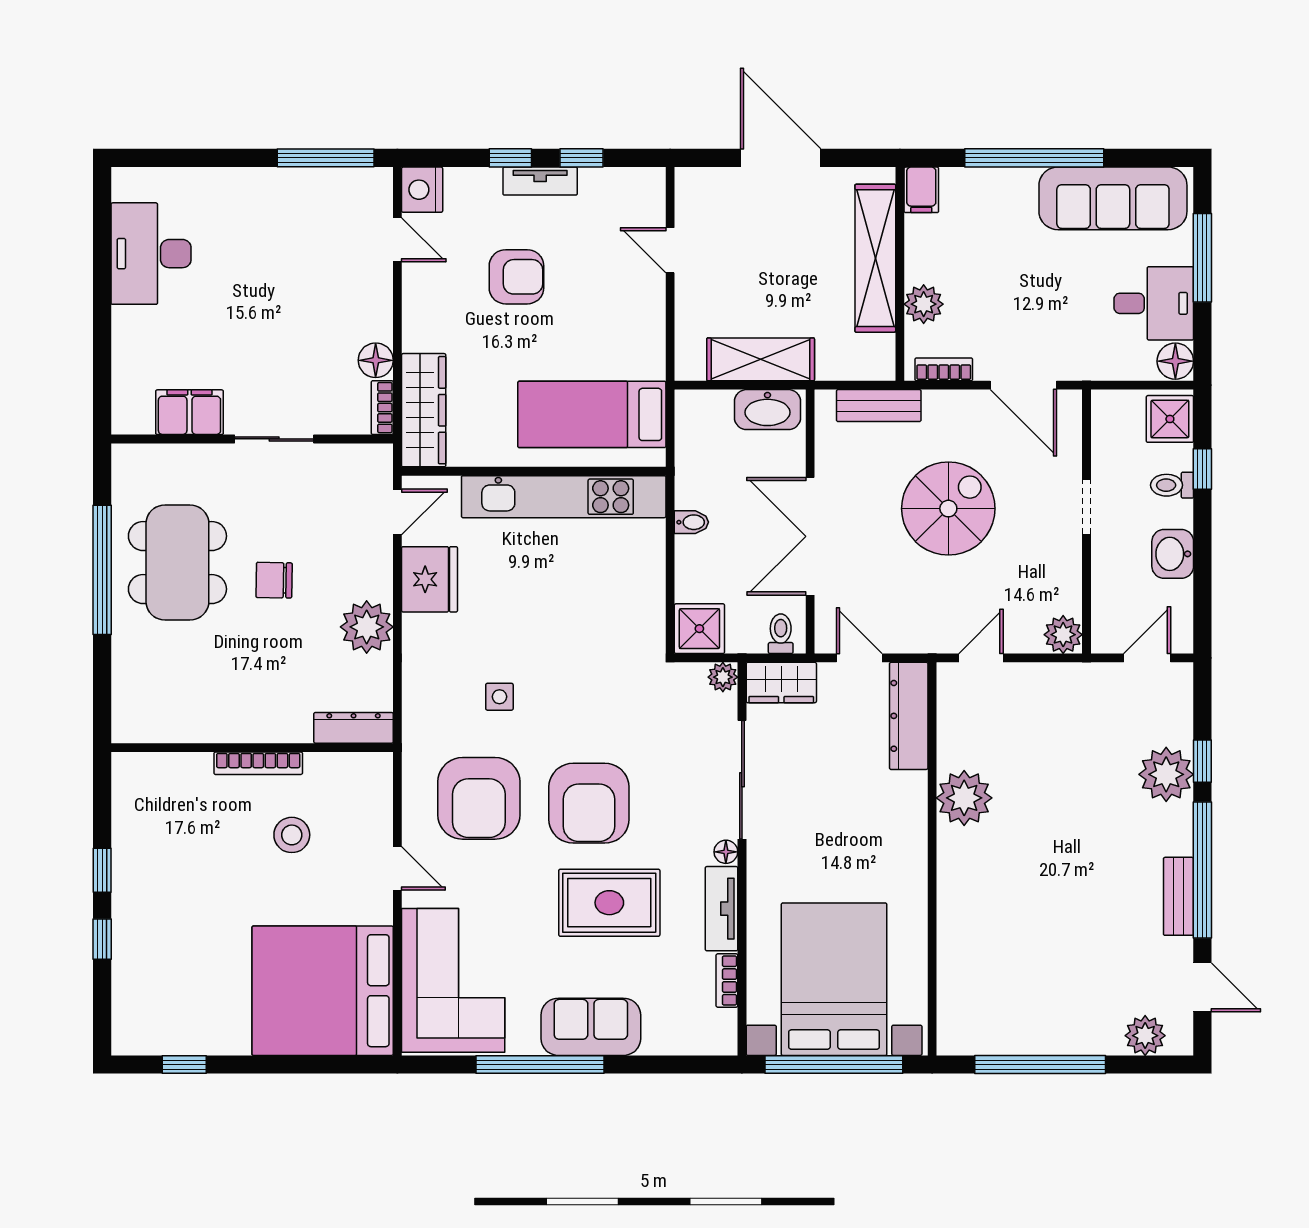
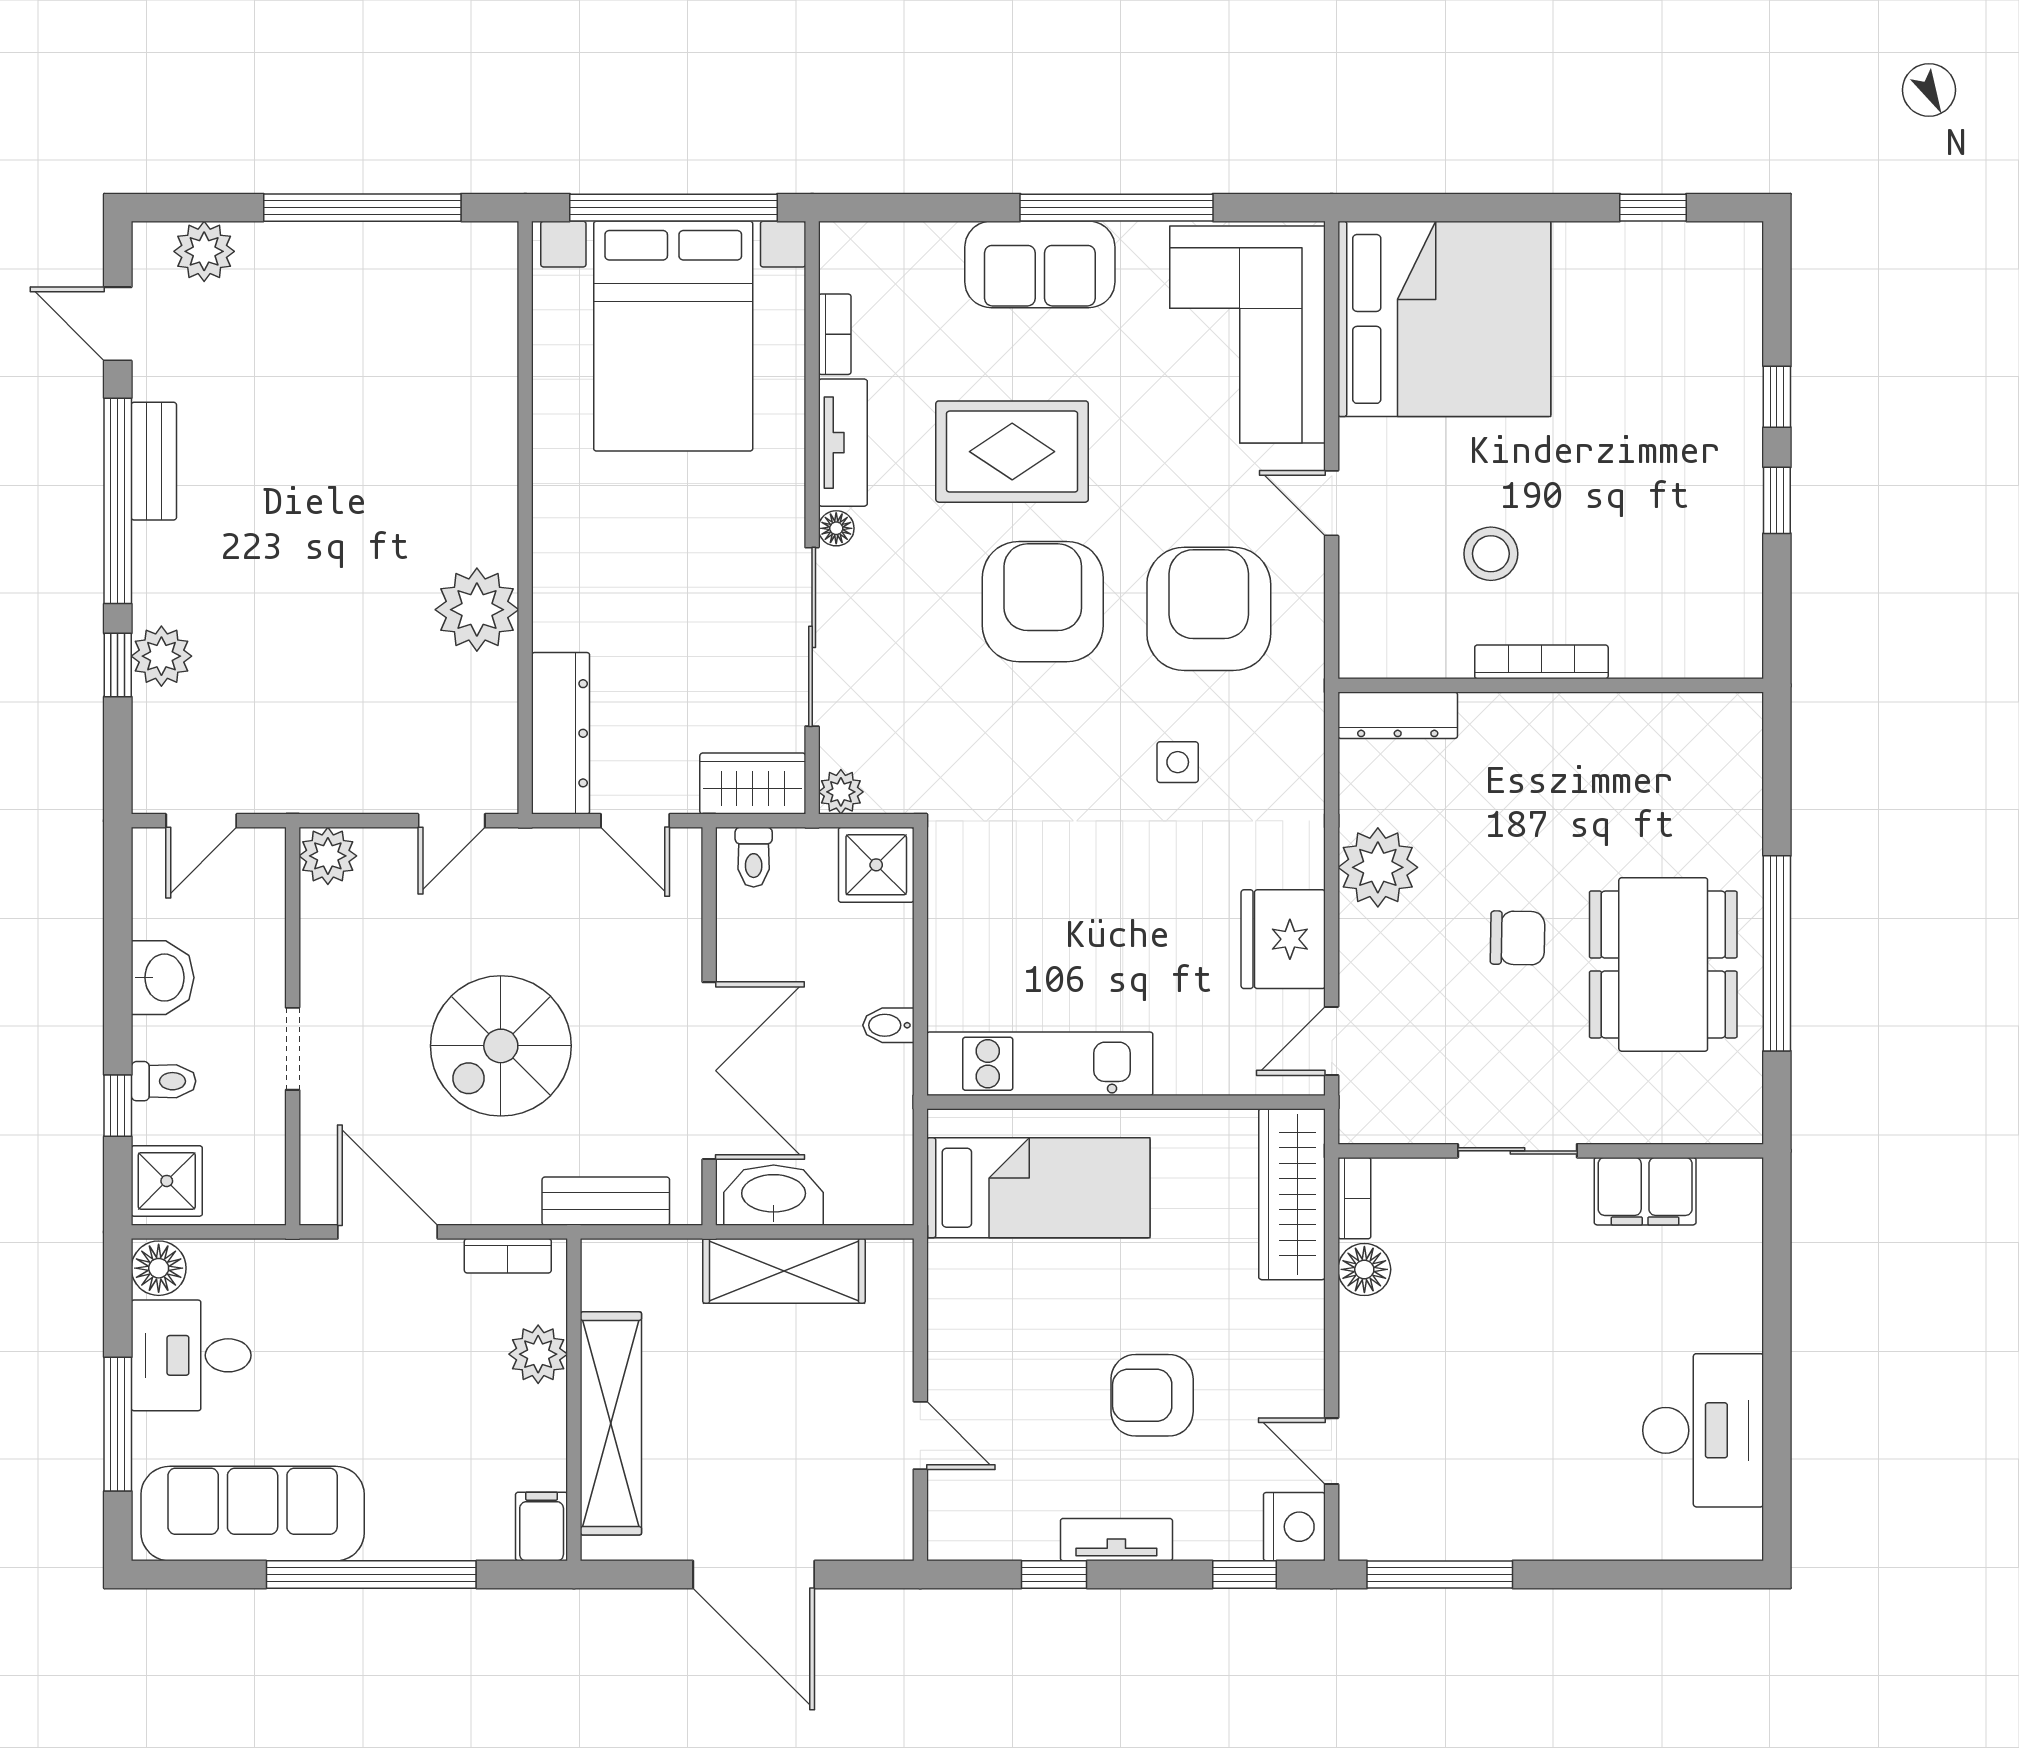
window: (510, 158) -> (1245, 1575), moved
kitchen unit: (564, 497) -> (1040, 1064), width x0.73
double door: (810, 536) -> (709, 1071), moved
plant: (1166, 774) -> (161, 656), width x0.73, depth x0.73

